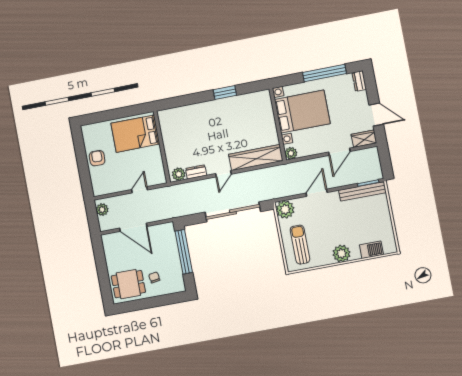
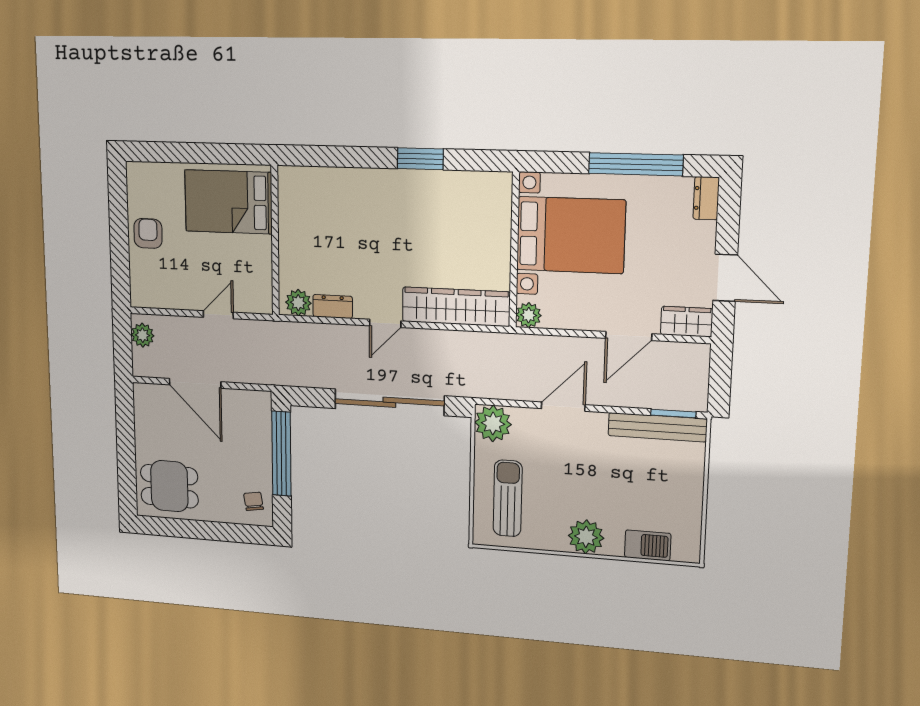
chair: (154, 277) -> (254, 501), moved

